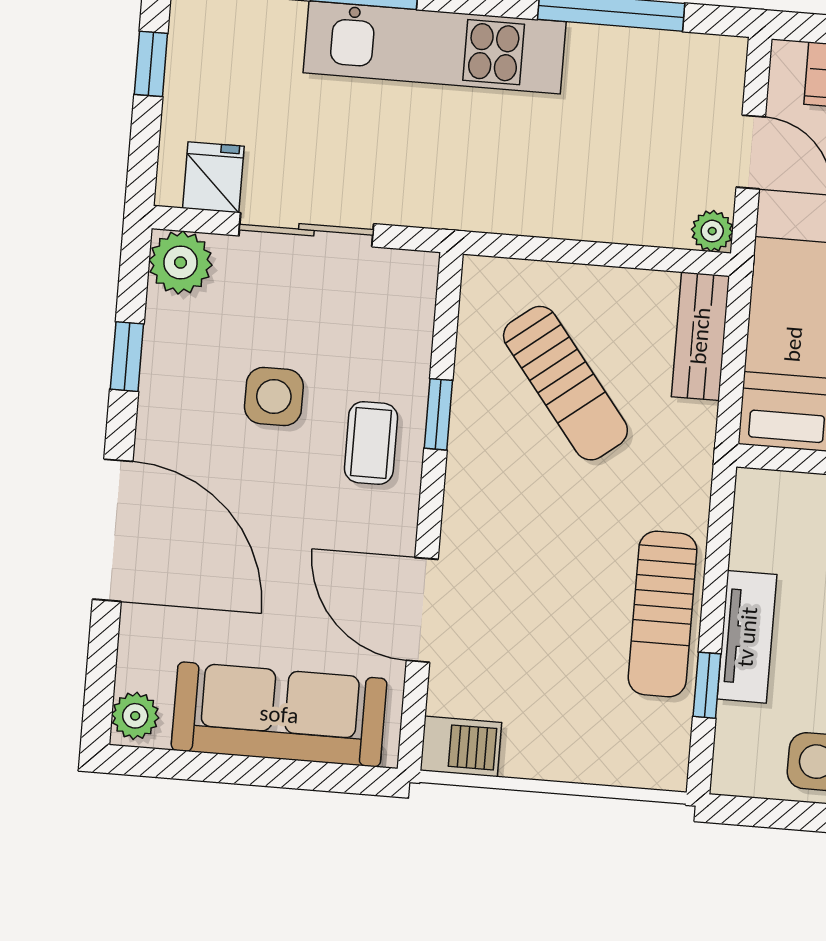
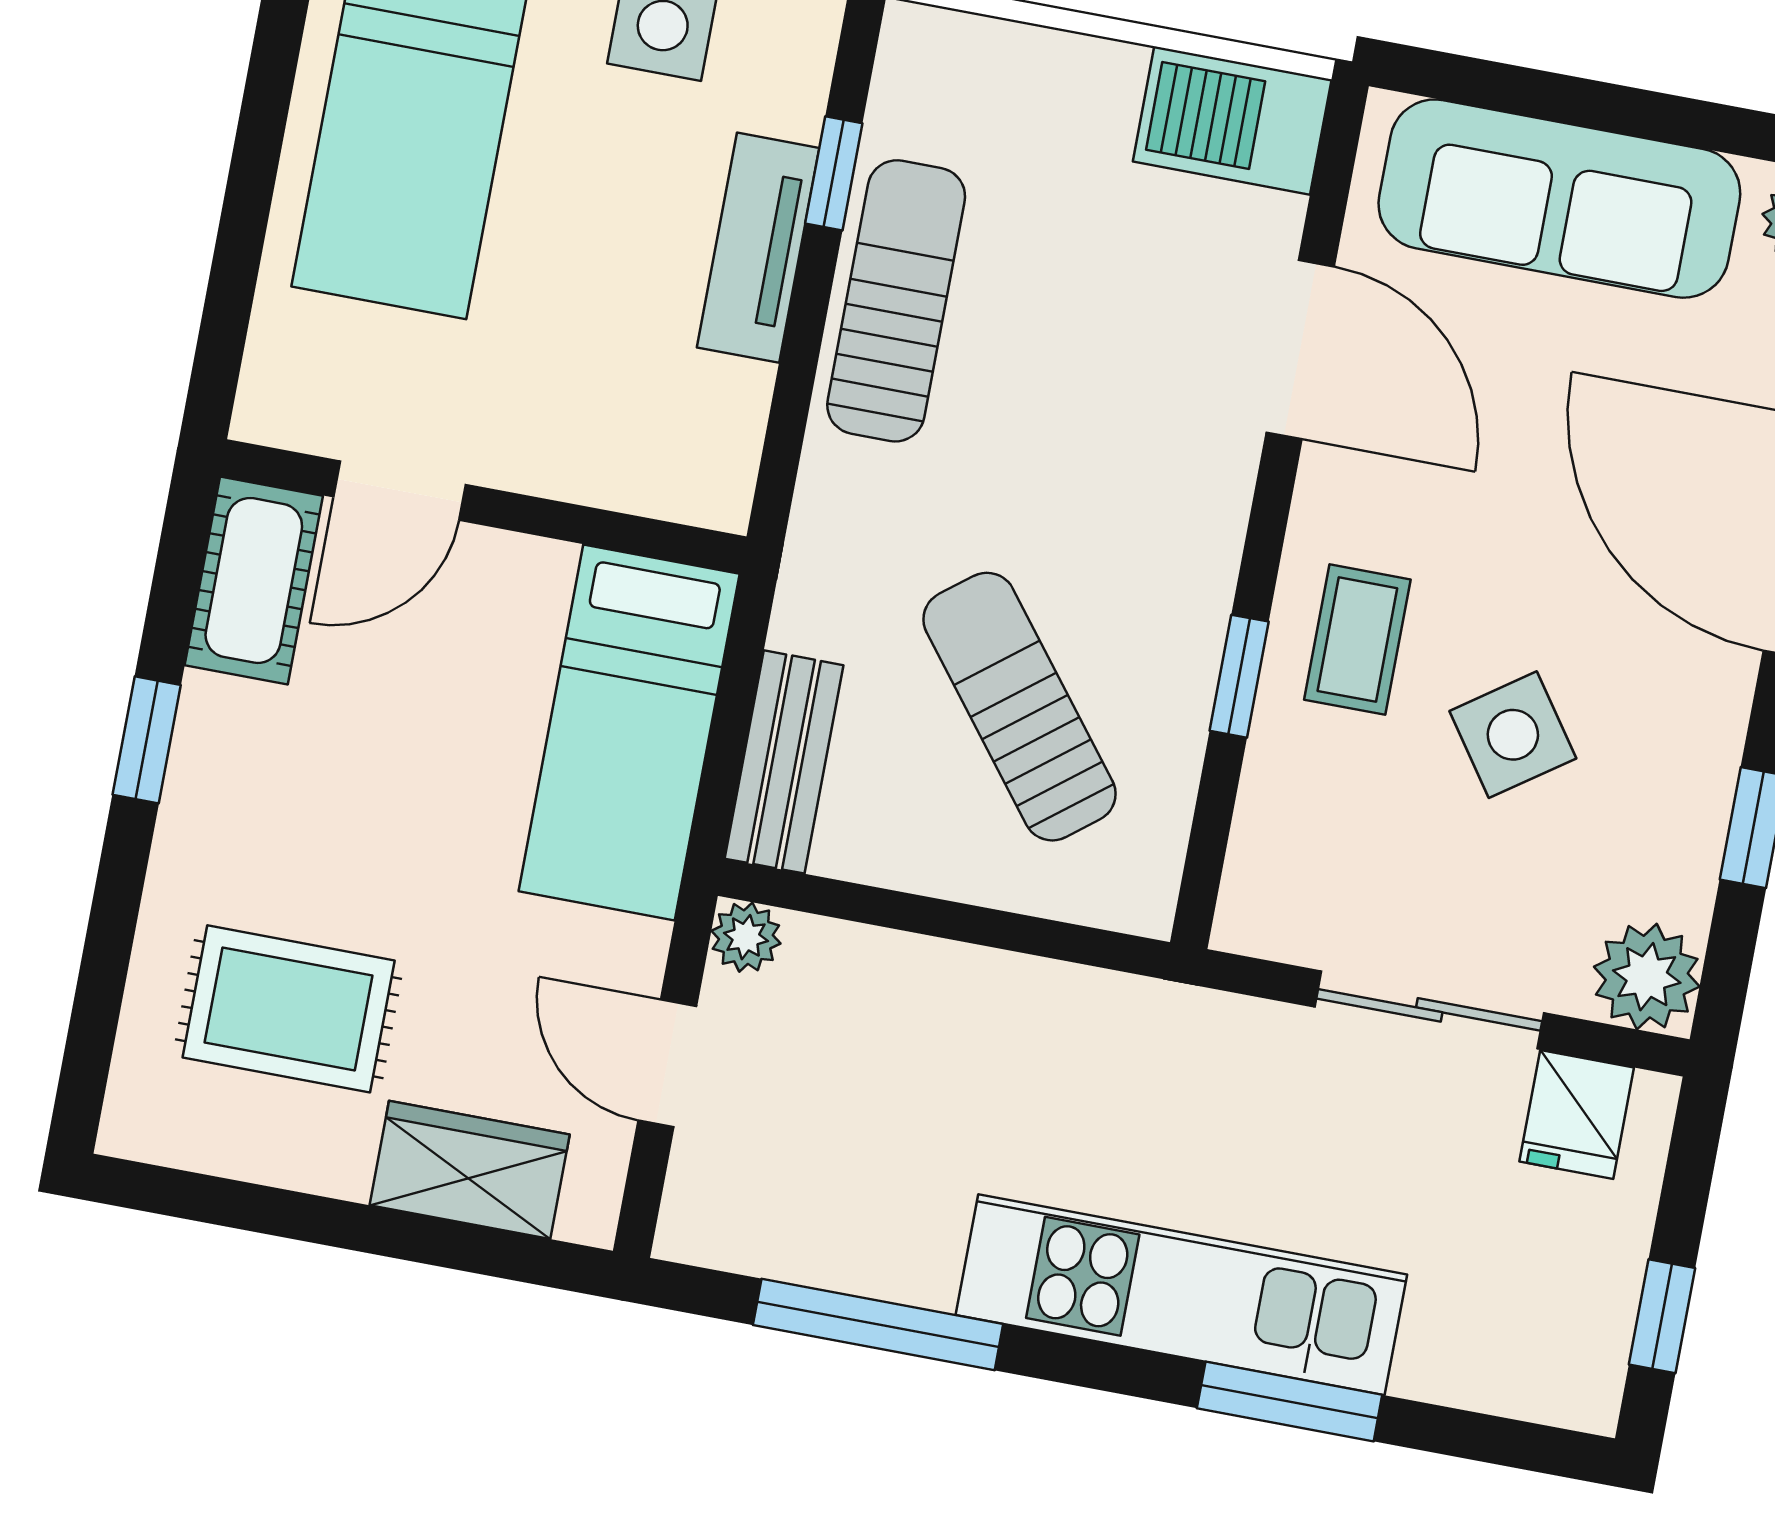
side table: (274, 397) -> (1513, 735), turned -35
barbecue: (461, 746) -> (1232, 120), width x1.38, depth x1.27

